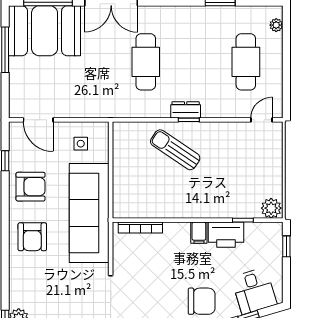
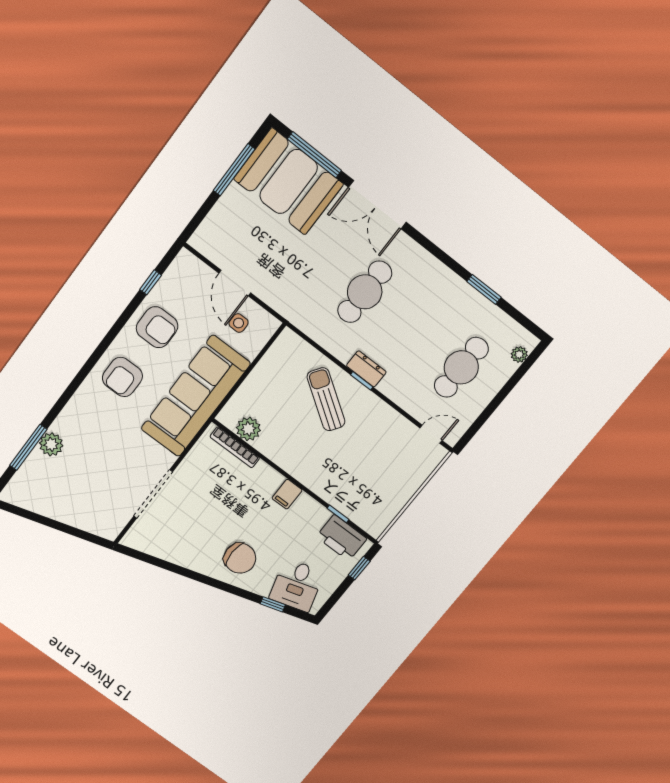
door: (38, 120) -> (235, 283), moved
plant: (271, 208) -> (248, 429), moved
printer: (226, 235) -> (341, 538), moved

